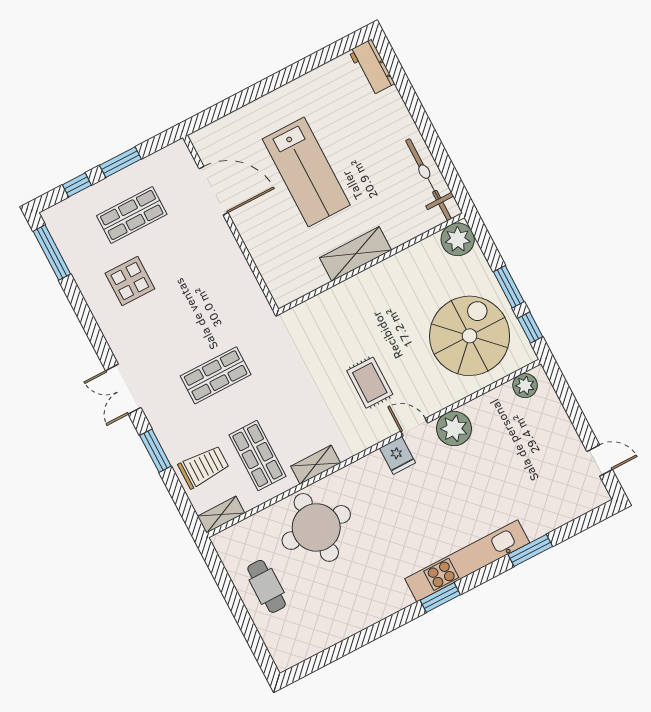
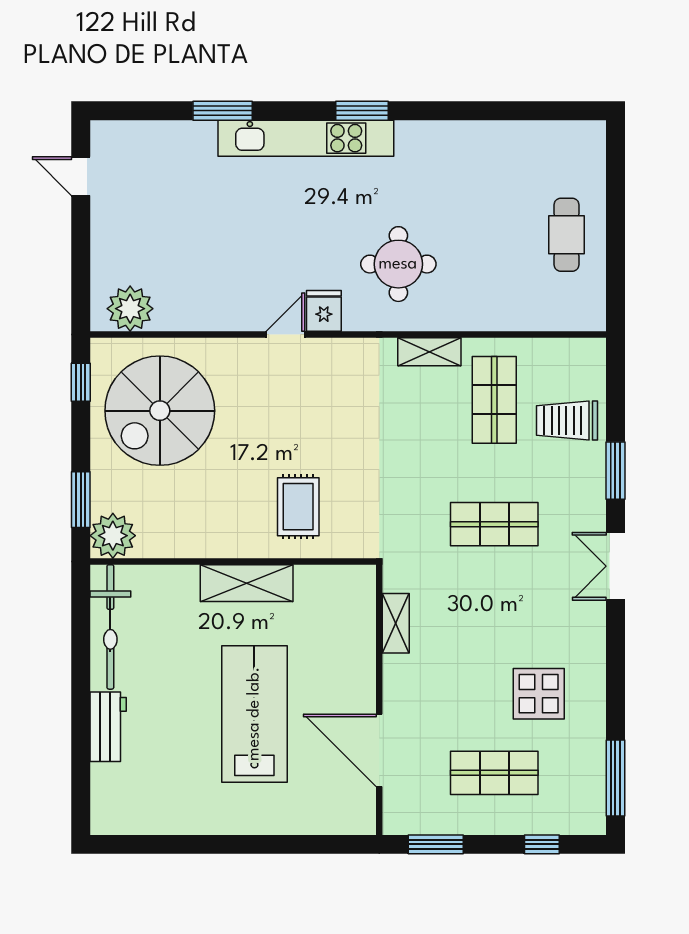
workbench: (372, 67) -> (108, 727), moved
window: (120, 162) -> (436, 844), moved
window: (509, 287) -> (81, 500), moved
rug: (370, 383) -> (298, 507), moved
plant: (525, 386) -> (130, 309), width x1.36, depth x1.36
double door: (123, 389) -> (615, 566), swing flipped
door: (414, 427) -> (285, 335), swing flipped
plant: (454, 429) -> (238, 308), removed
shelving: (221, 515) -> (396, 623), moved, turned 90
round table: (316, 527) -> (398, 264), moved, width x0.73, depth x0.73

